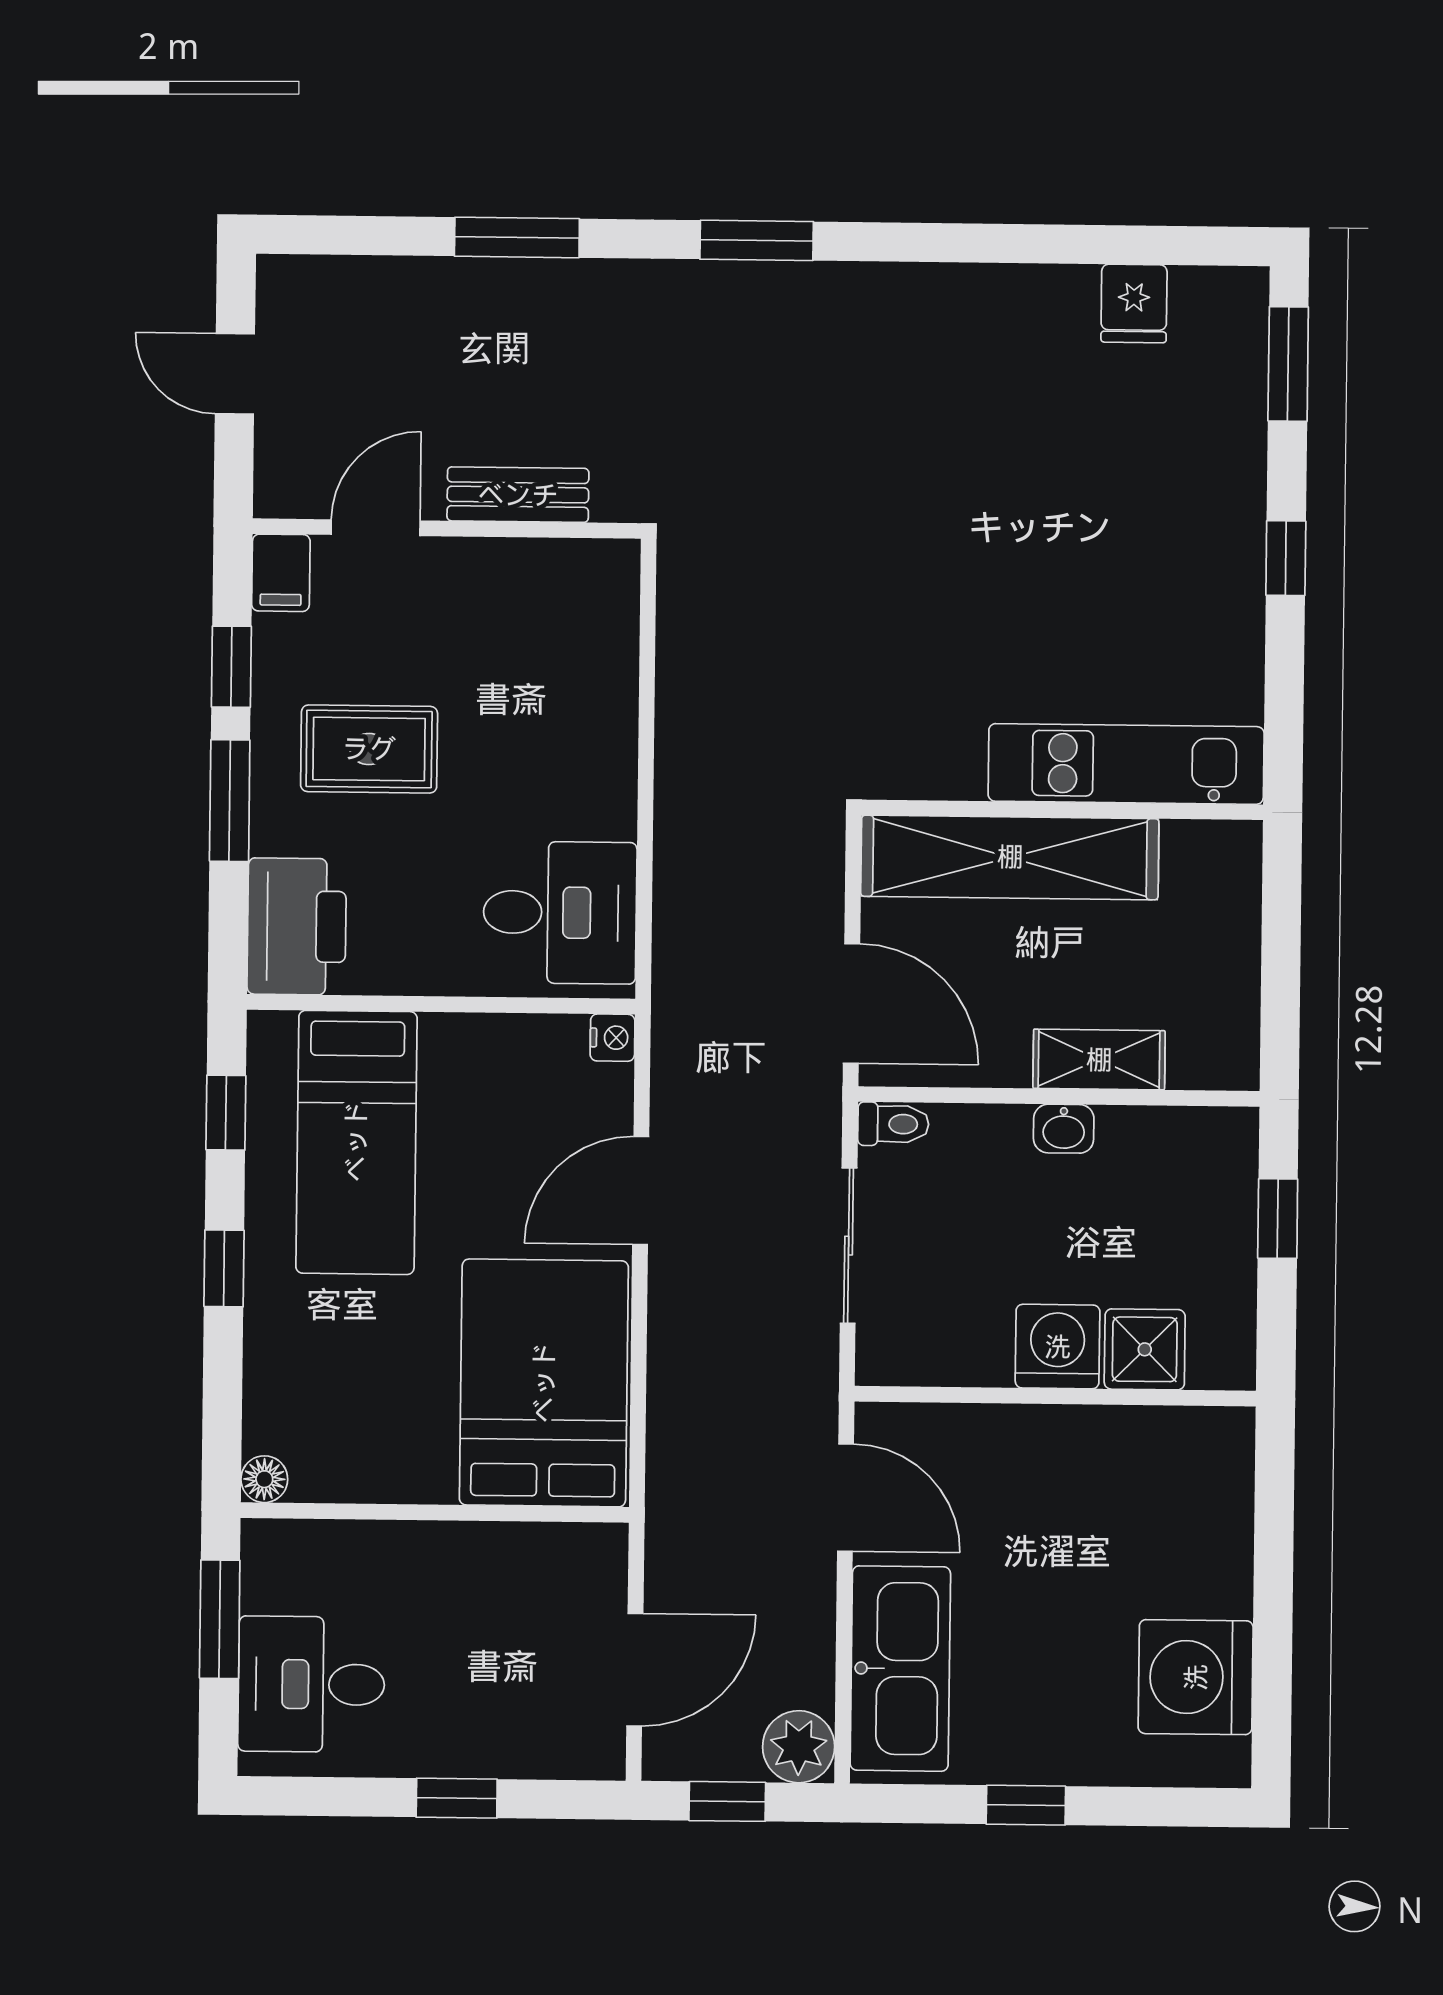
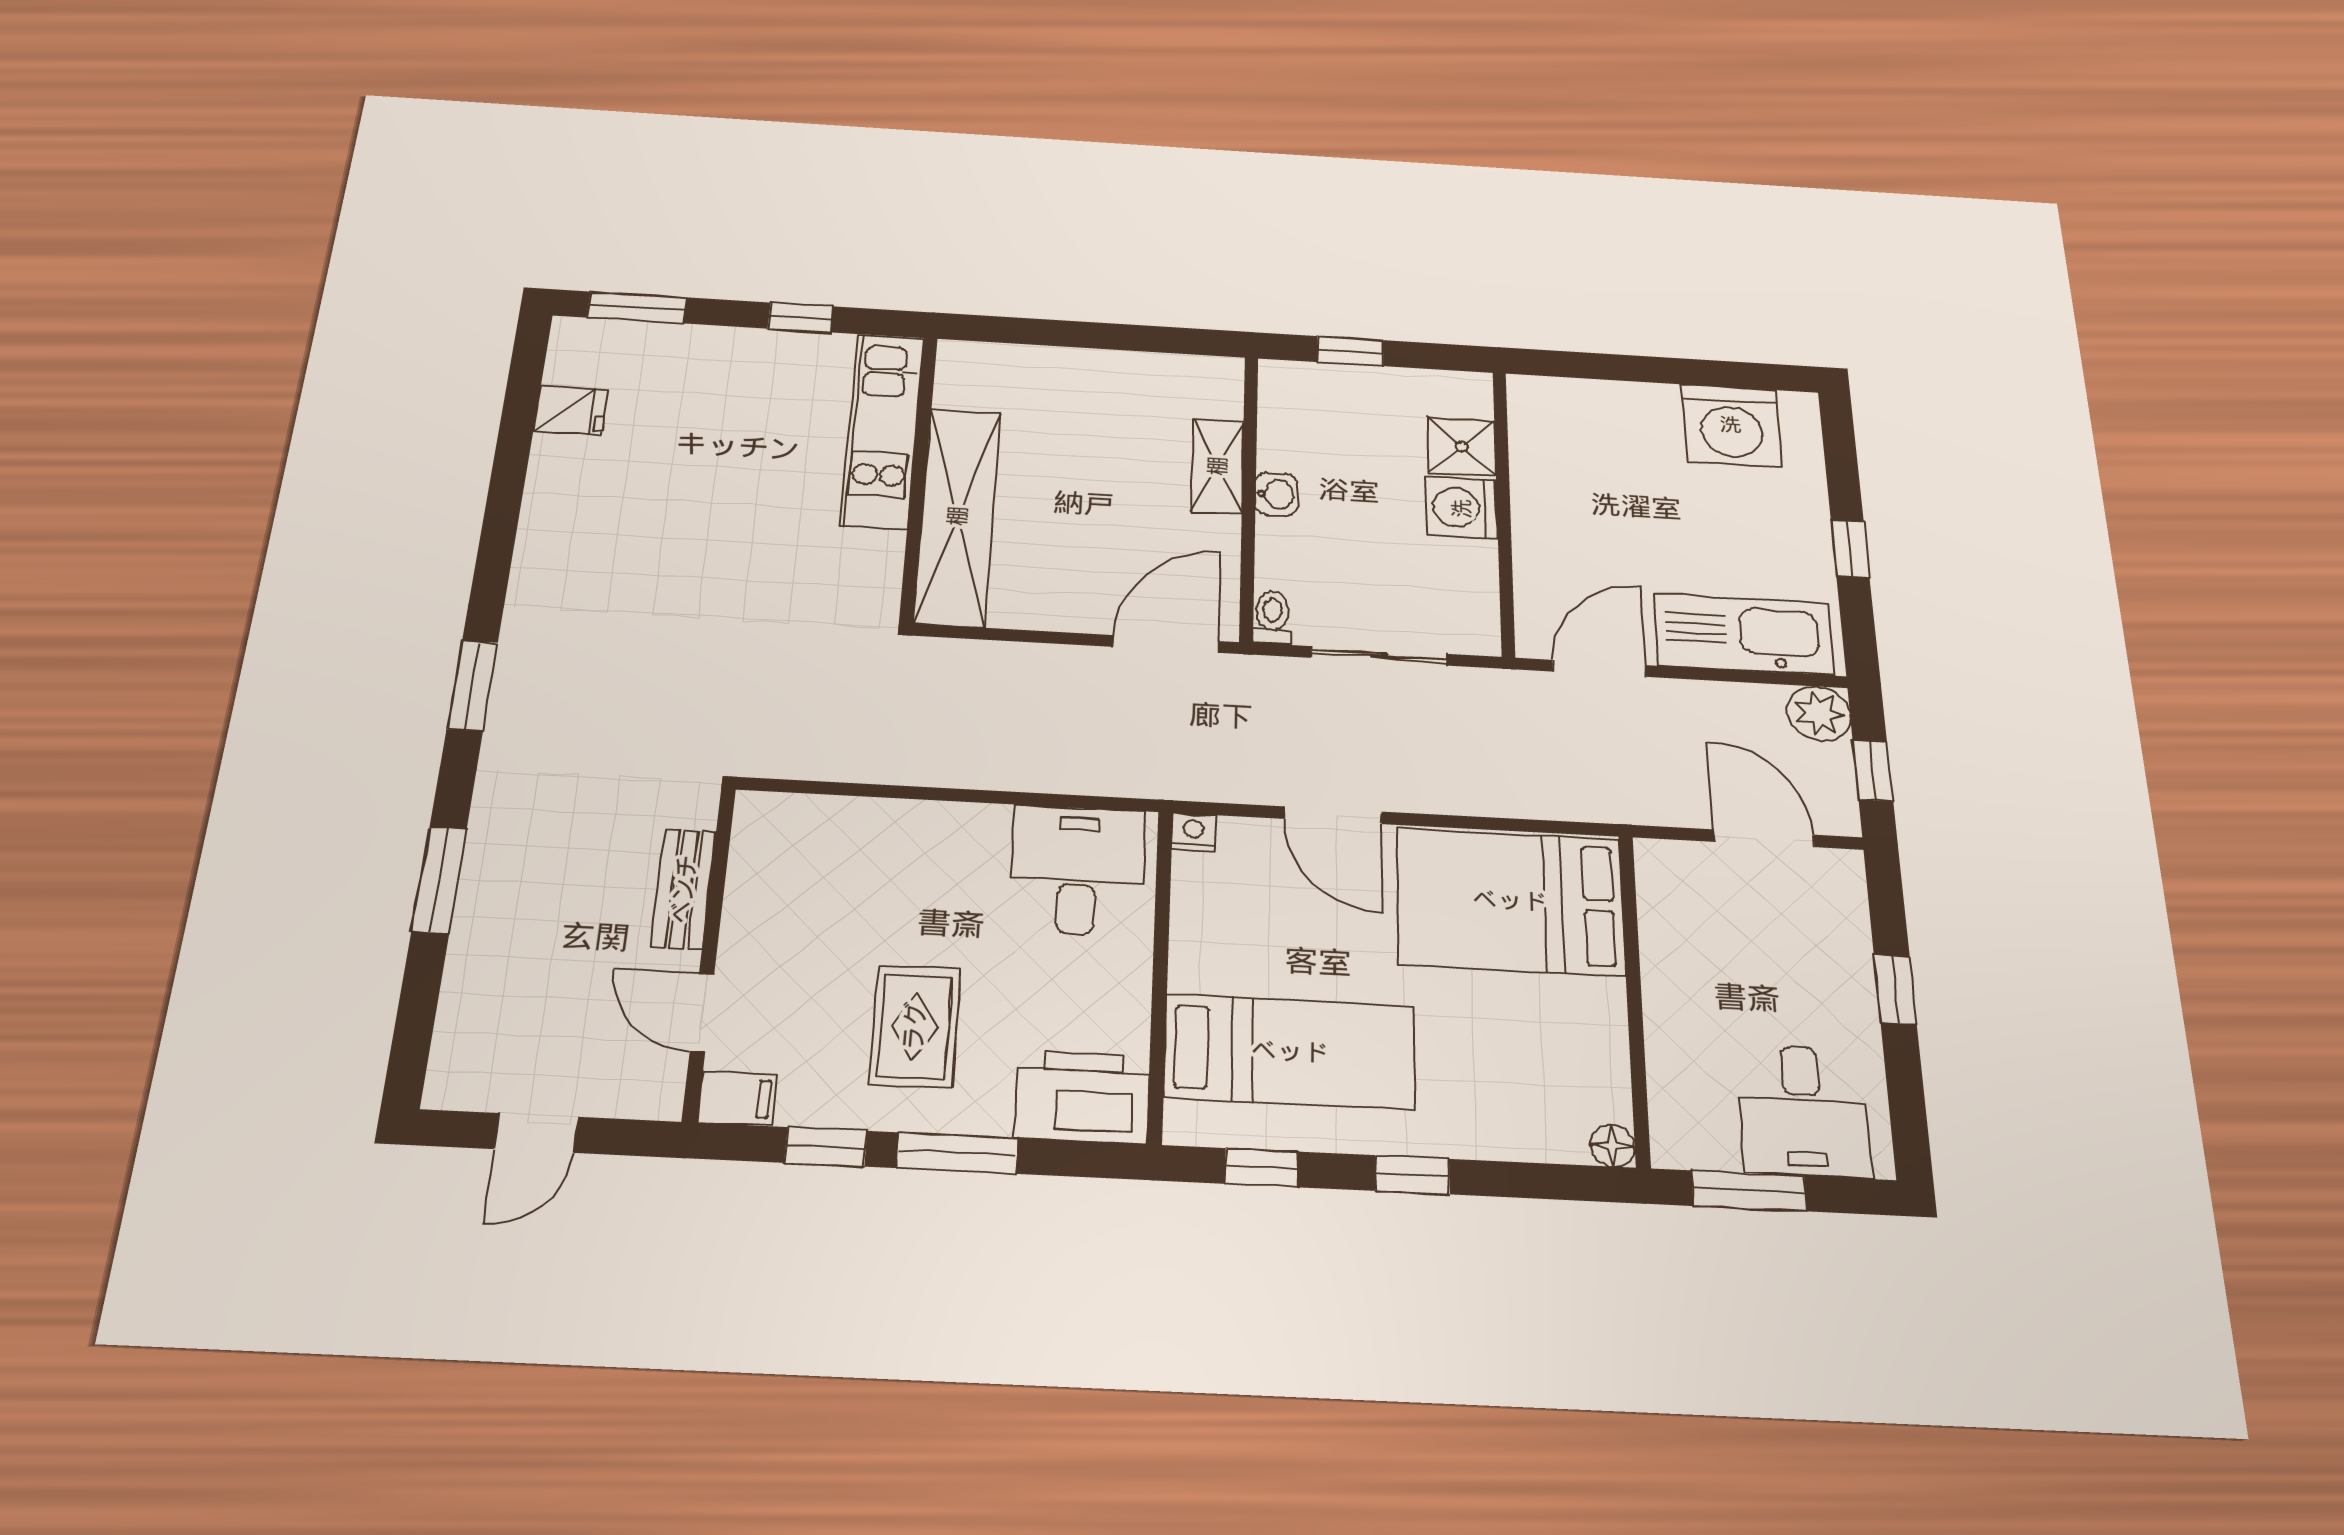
kitchen unit: (1126, 764) -> (883, 430), moved
wall: (1062, 810) -> (919, 477), moved
shelving: (1010, 857) -> (958, 516), moved

